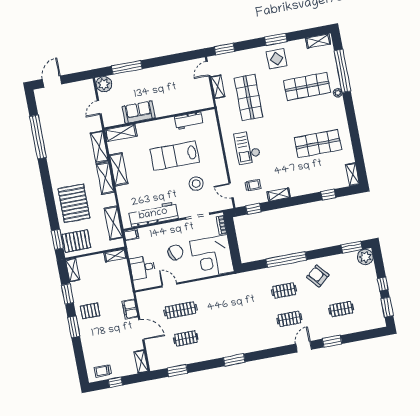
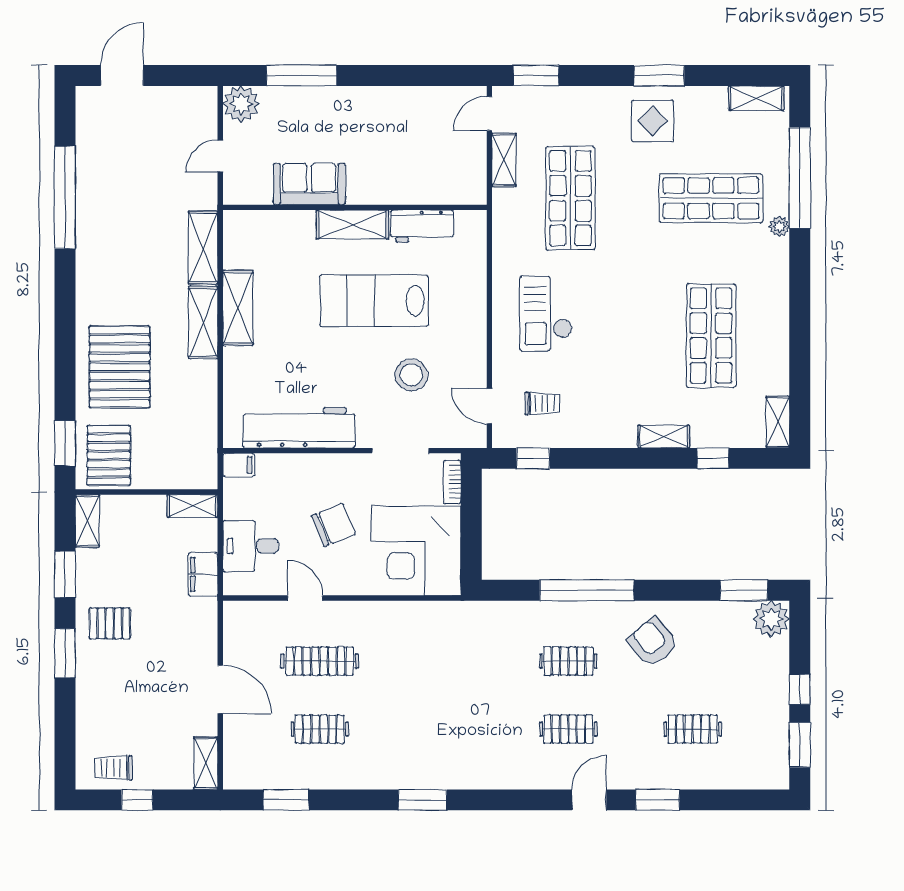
shelving: (121, 133) -> (352, 224), moved
shop shelf: (318, 144) -> (711, 336), turned 90
shelving: (279, 195) -> (664, 437), moved
shelving: (113, 223) -> (202, 430), removed
pallet: (76, 241) -> (109, 455), turned 90
filing cabinet: (130, 309) -> (203, 574), moved

